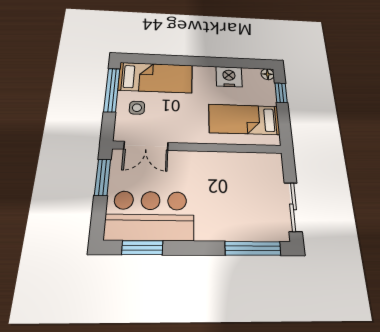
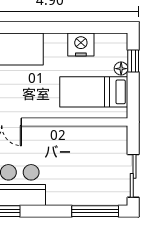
floor lamp: (268, 74) -> (121, 69), moved

